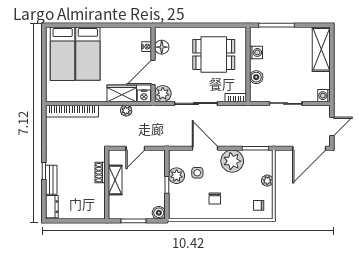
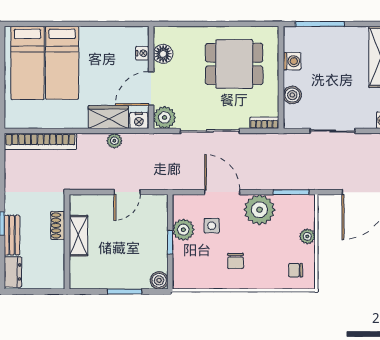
shoe rack: (100, 173) -> (58, 225), moved
shelving: (115, 180) -> (78, 236), moved
wall: (107, 185) -> (67, 242), moved

